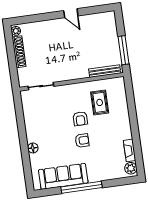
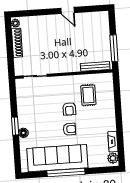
window: (23, 141) -> (15, 126), added
sofa: (63, 176) -> (57, 158), width x1.36, depth x1.27

